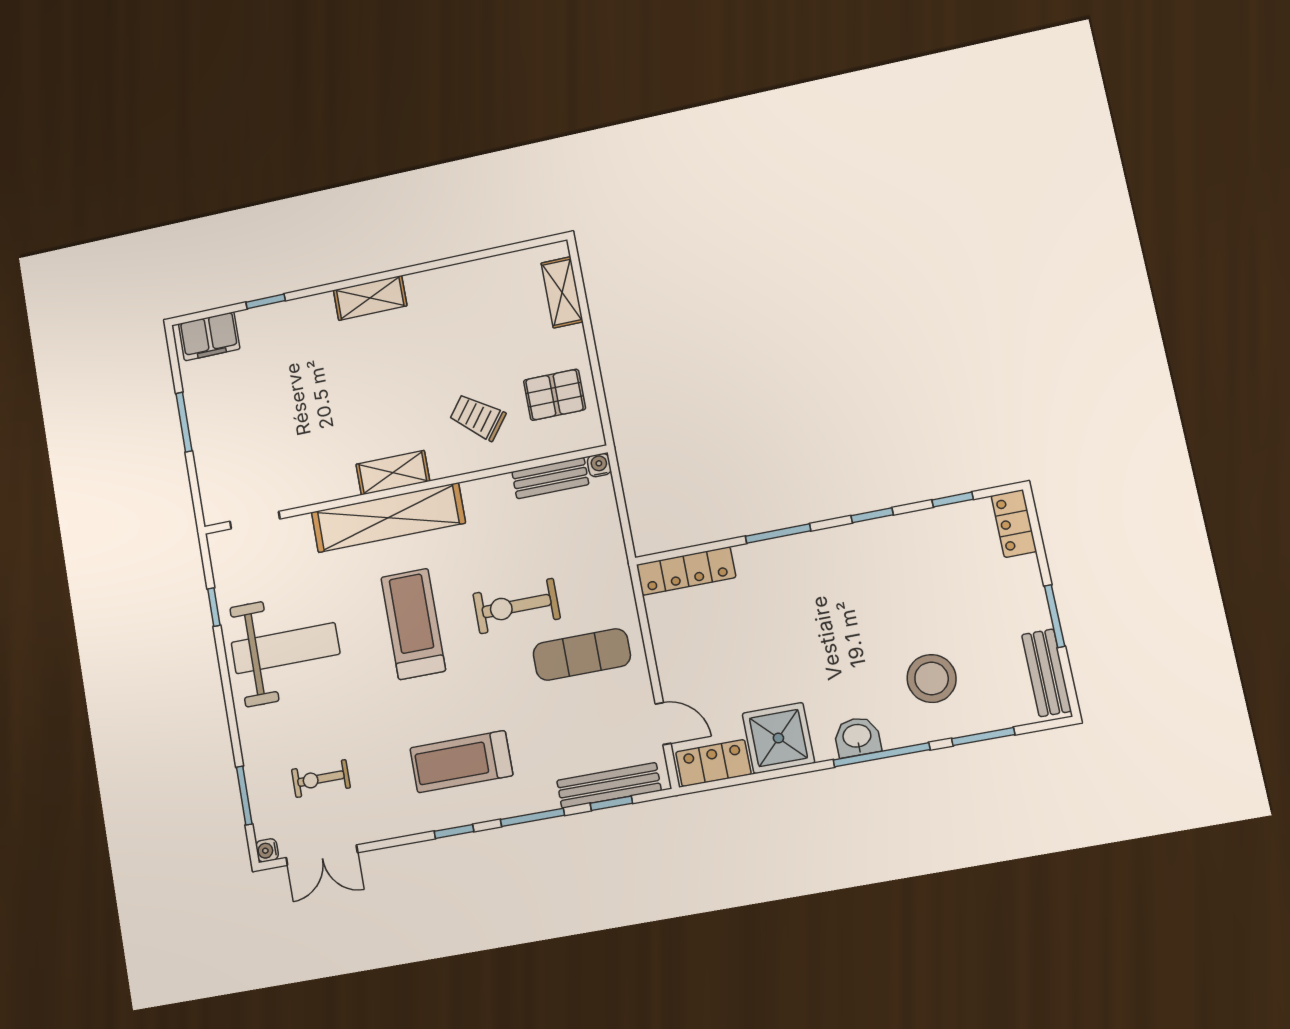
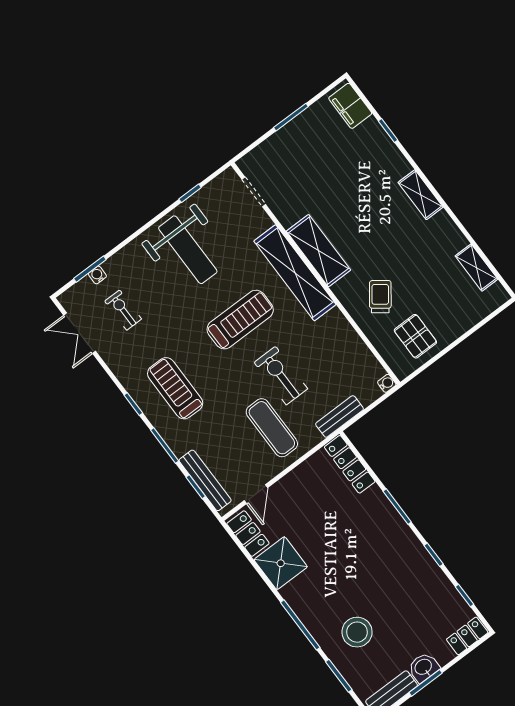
shelving: (562, 292) -> (476, 268), moved, turned 90
shelving: (393, 473) -> (319, 251), width x1.50, depth x1.33
bench: (550, 478) -> (340, 416), moved, turned 90
washbasin: (857, 737) -> (424, 667), moved, turned -90
water cooler: (267, 850) -> (97, 275), moved

